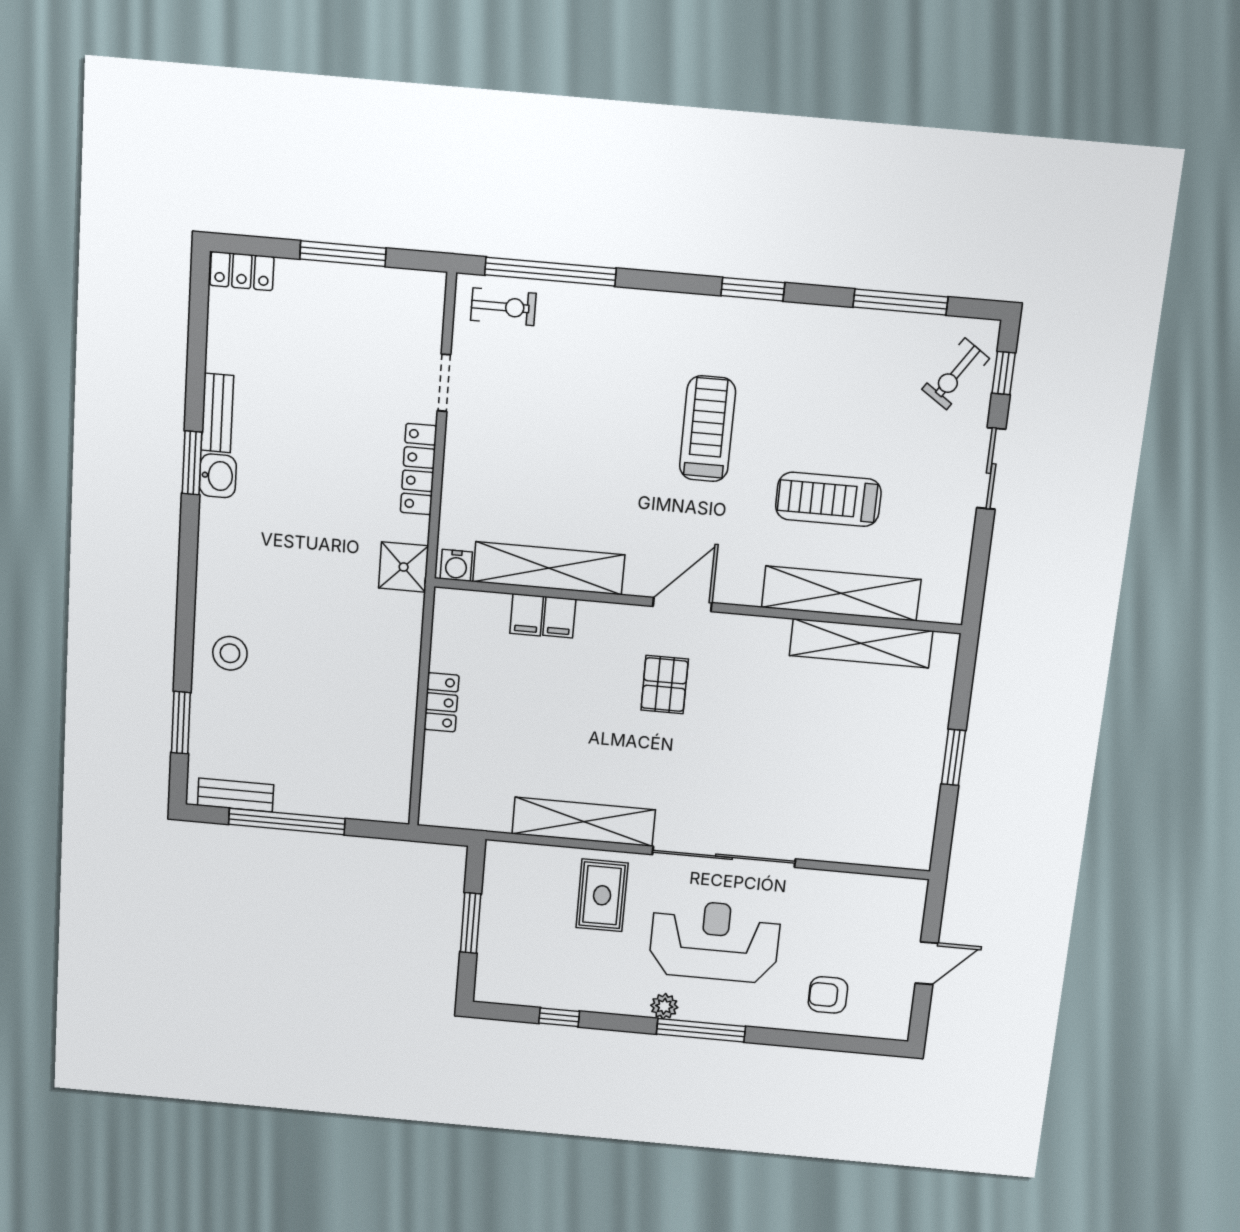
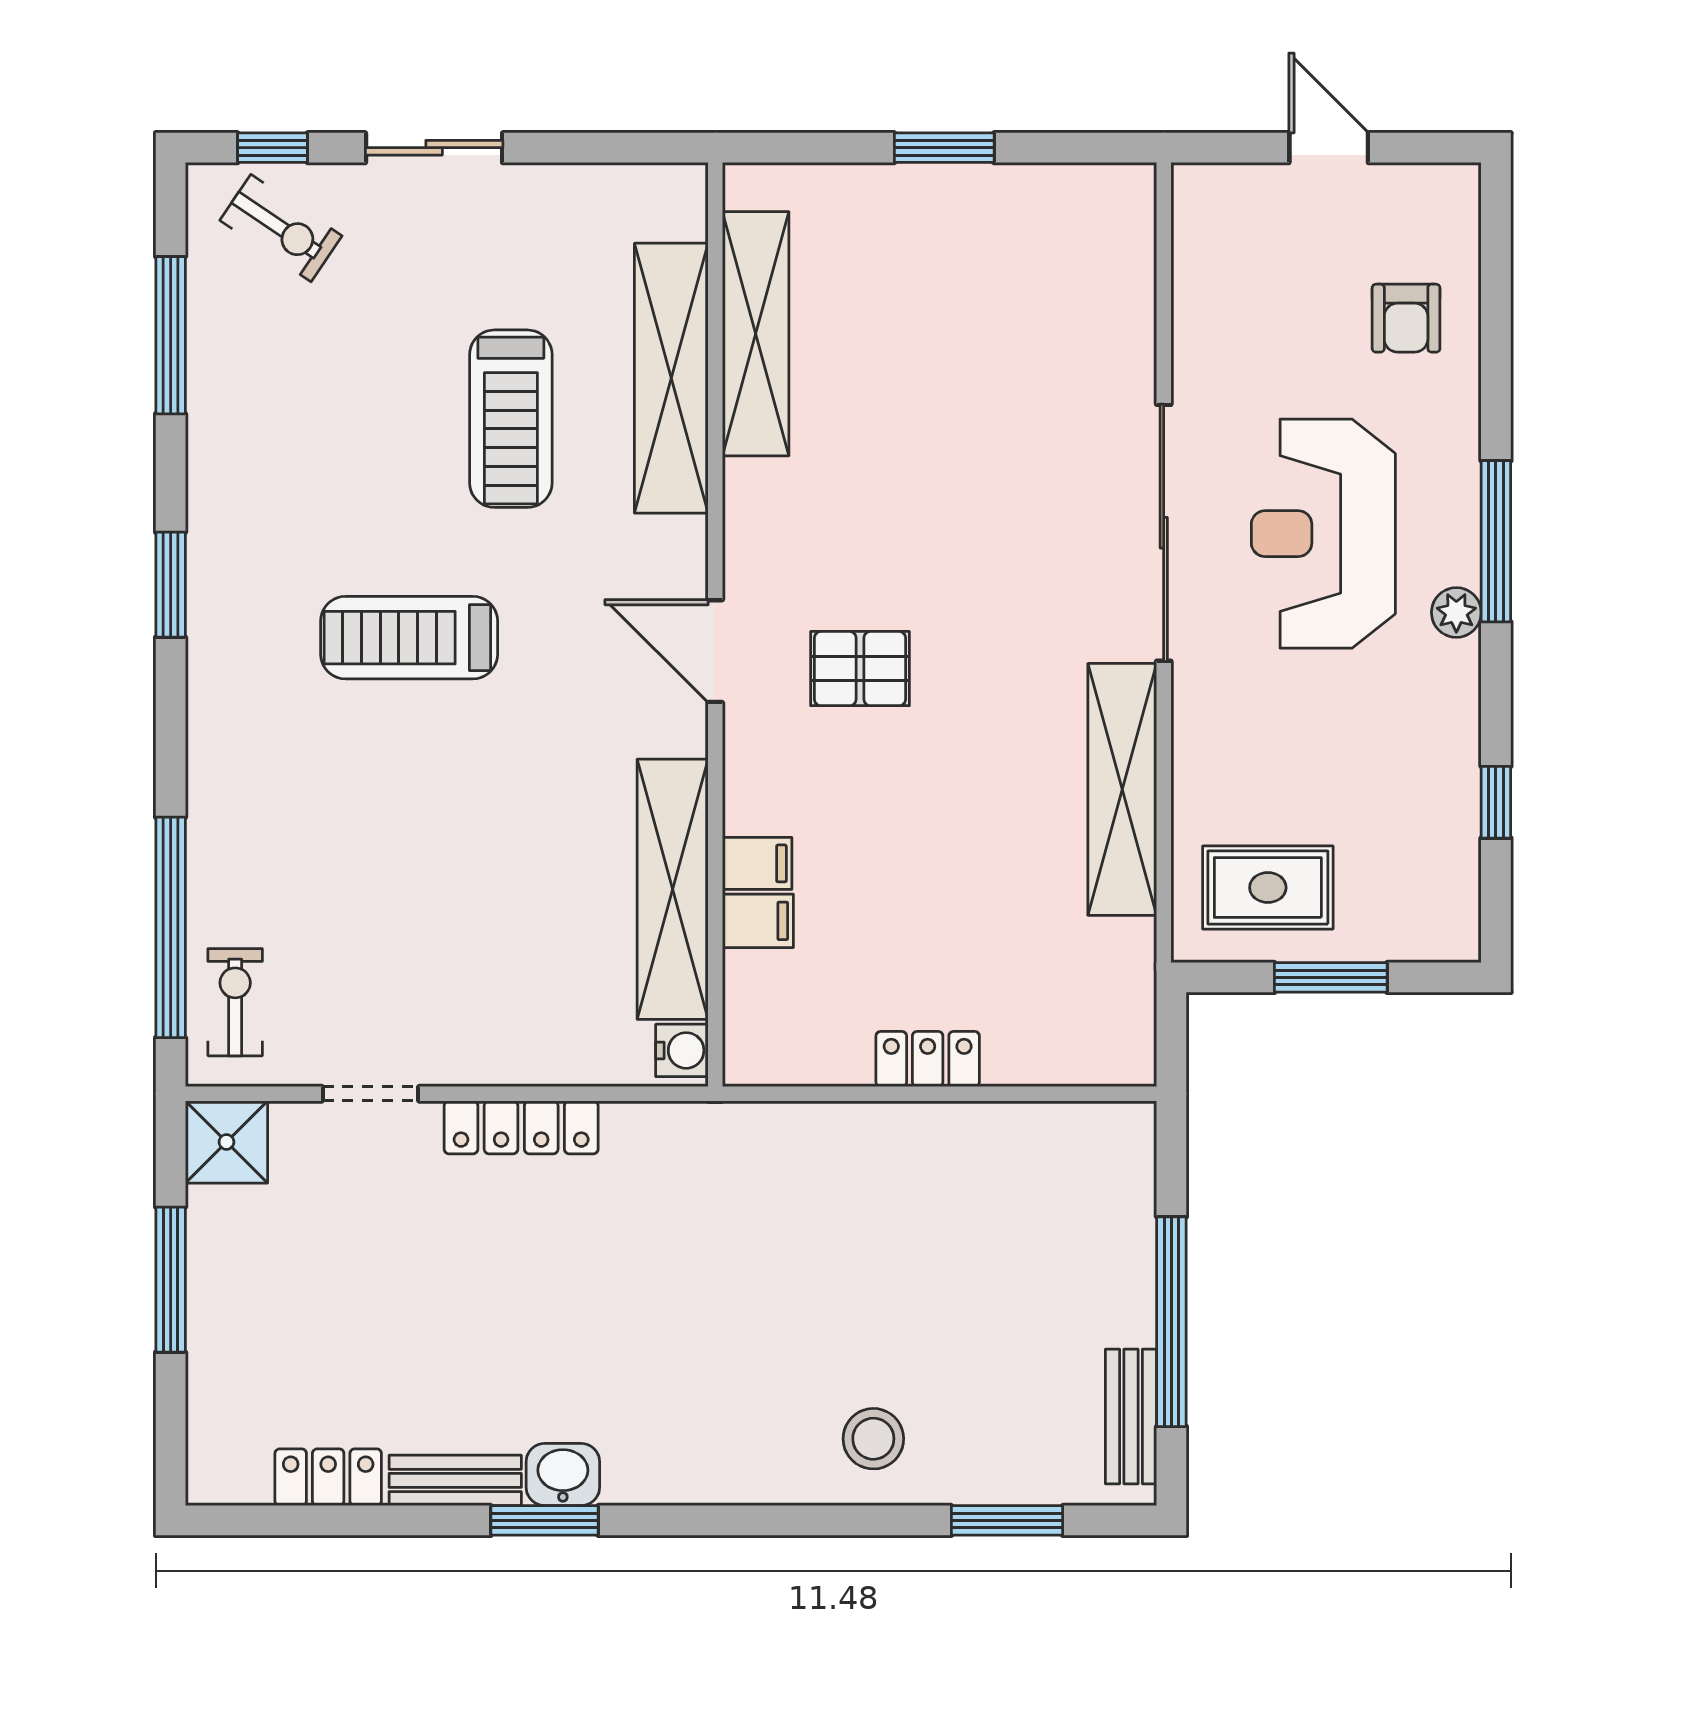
locker: (242, 271) -> (328, 1477), moved, turned -90
shower: (404, 567) -> (226, 1142), moved
rug: (602, 895) -> (1268, 888), moved

